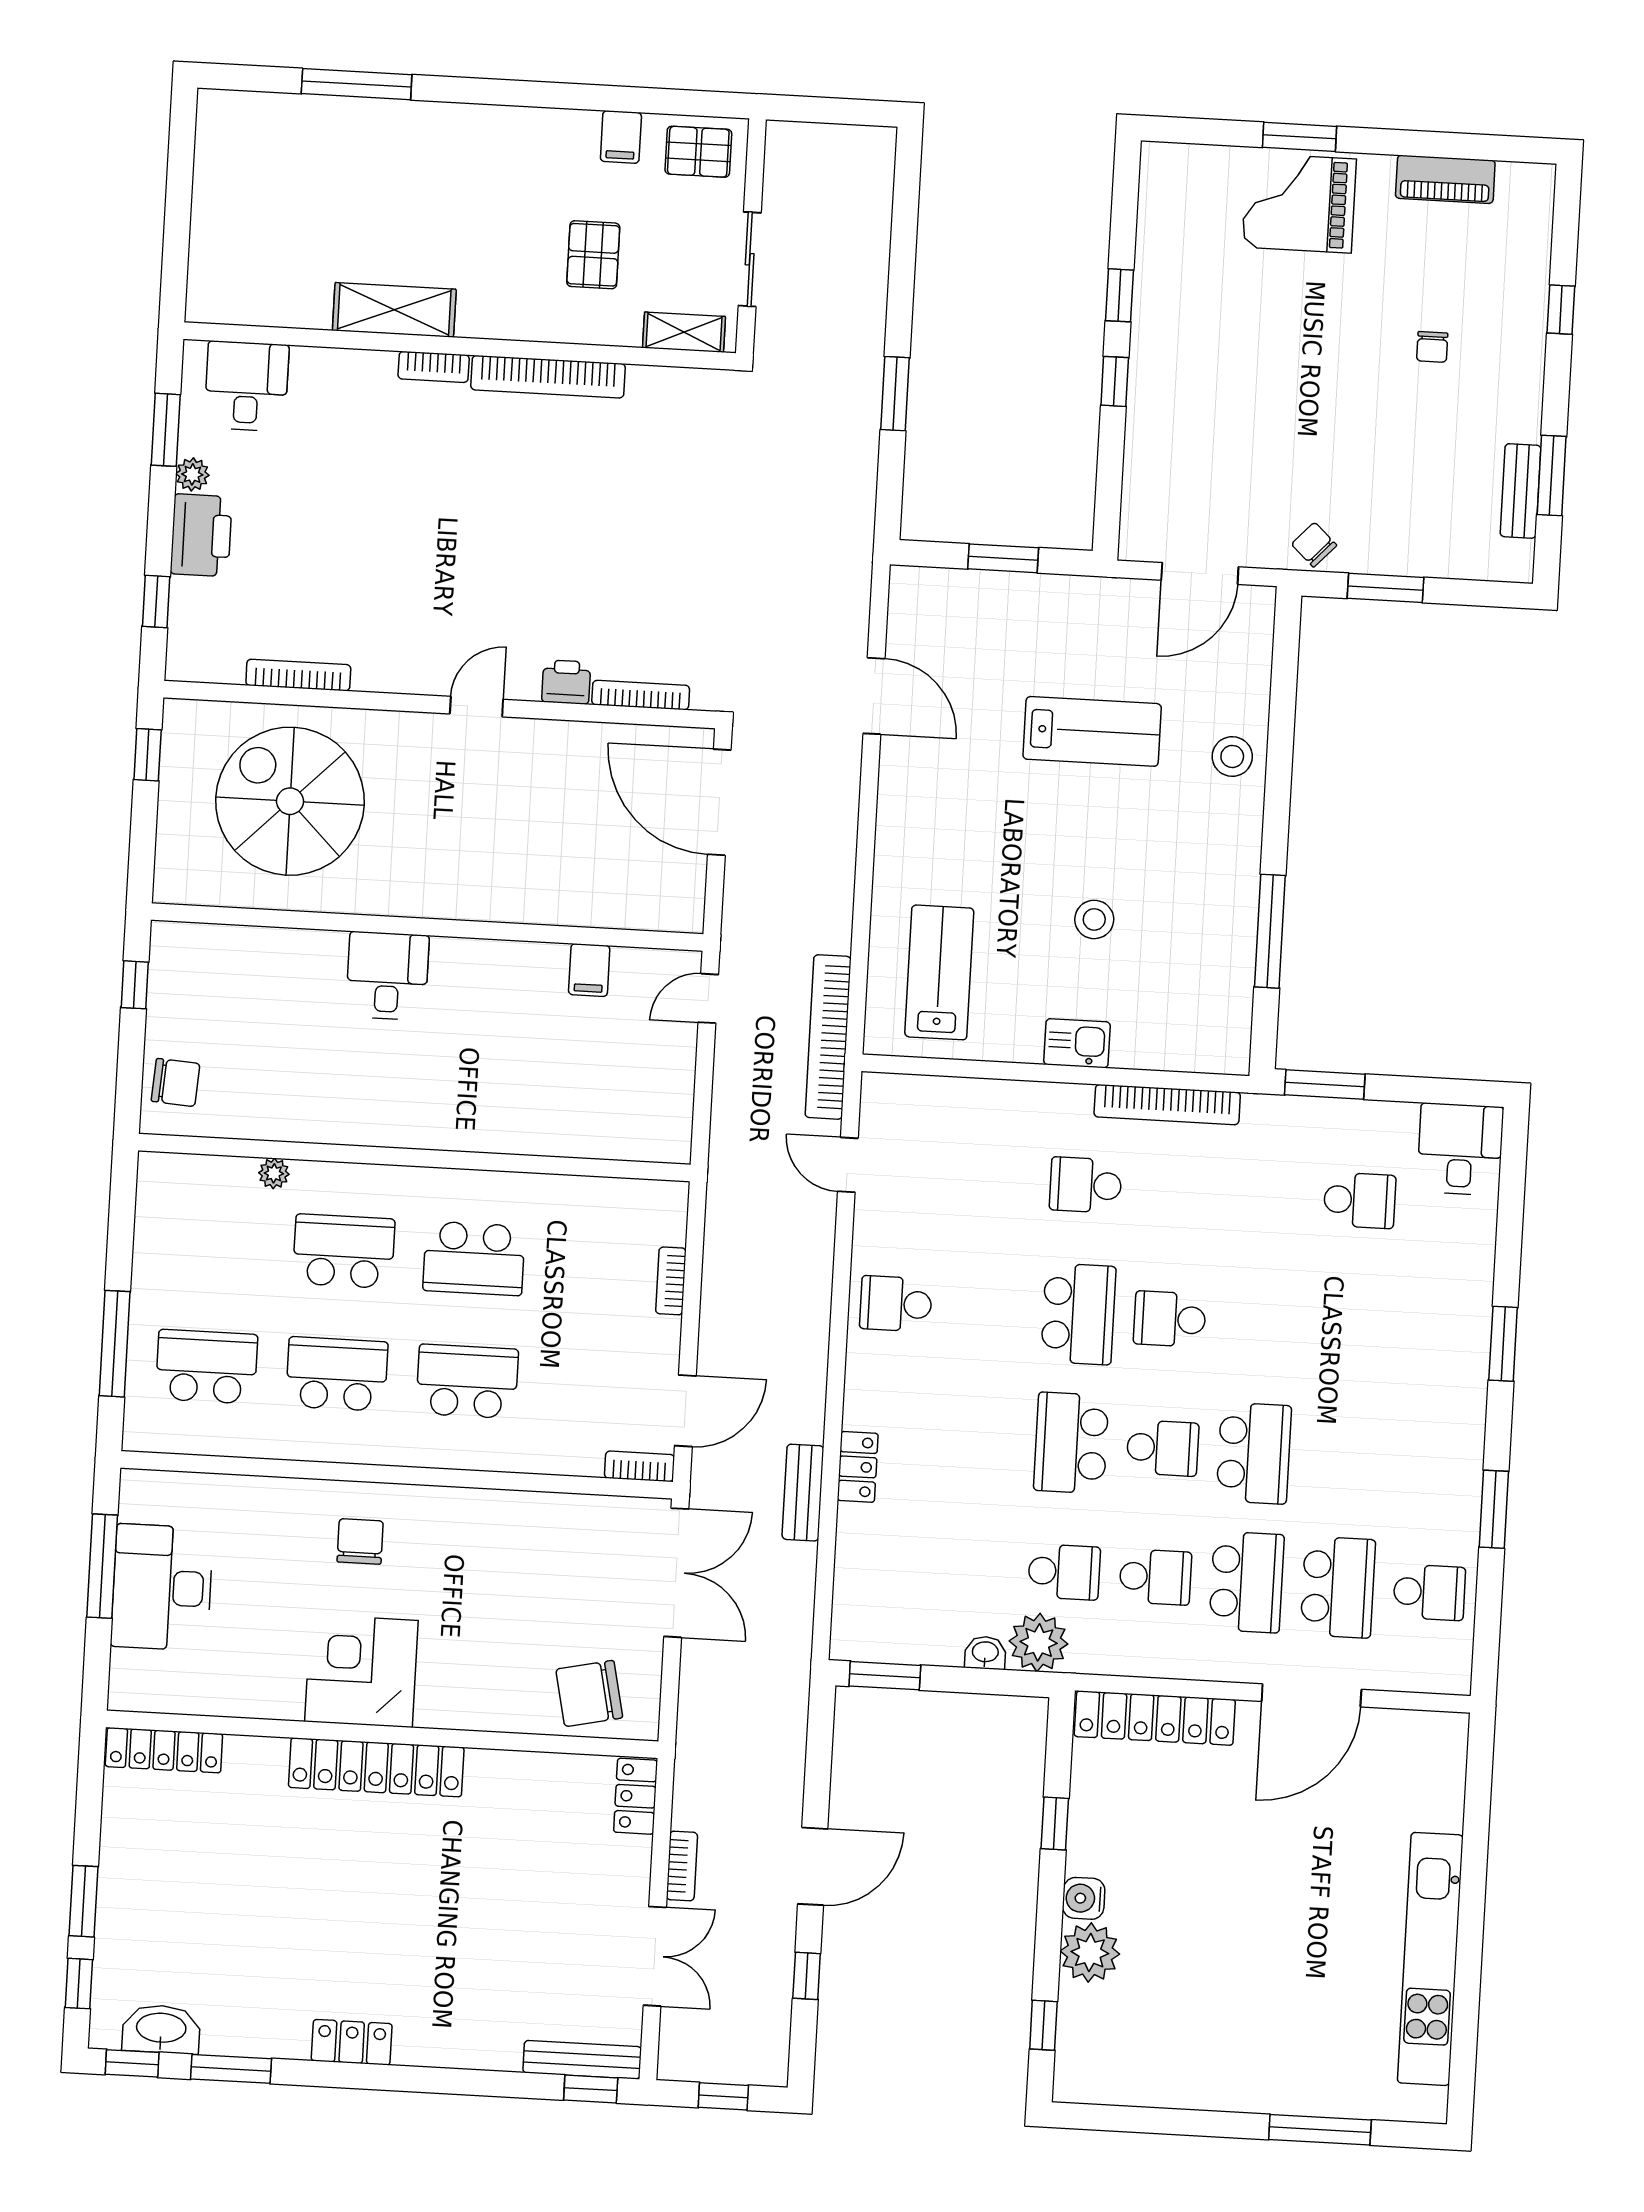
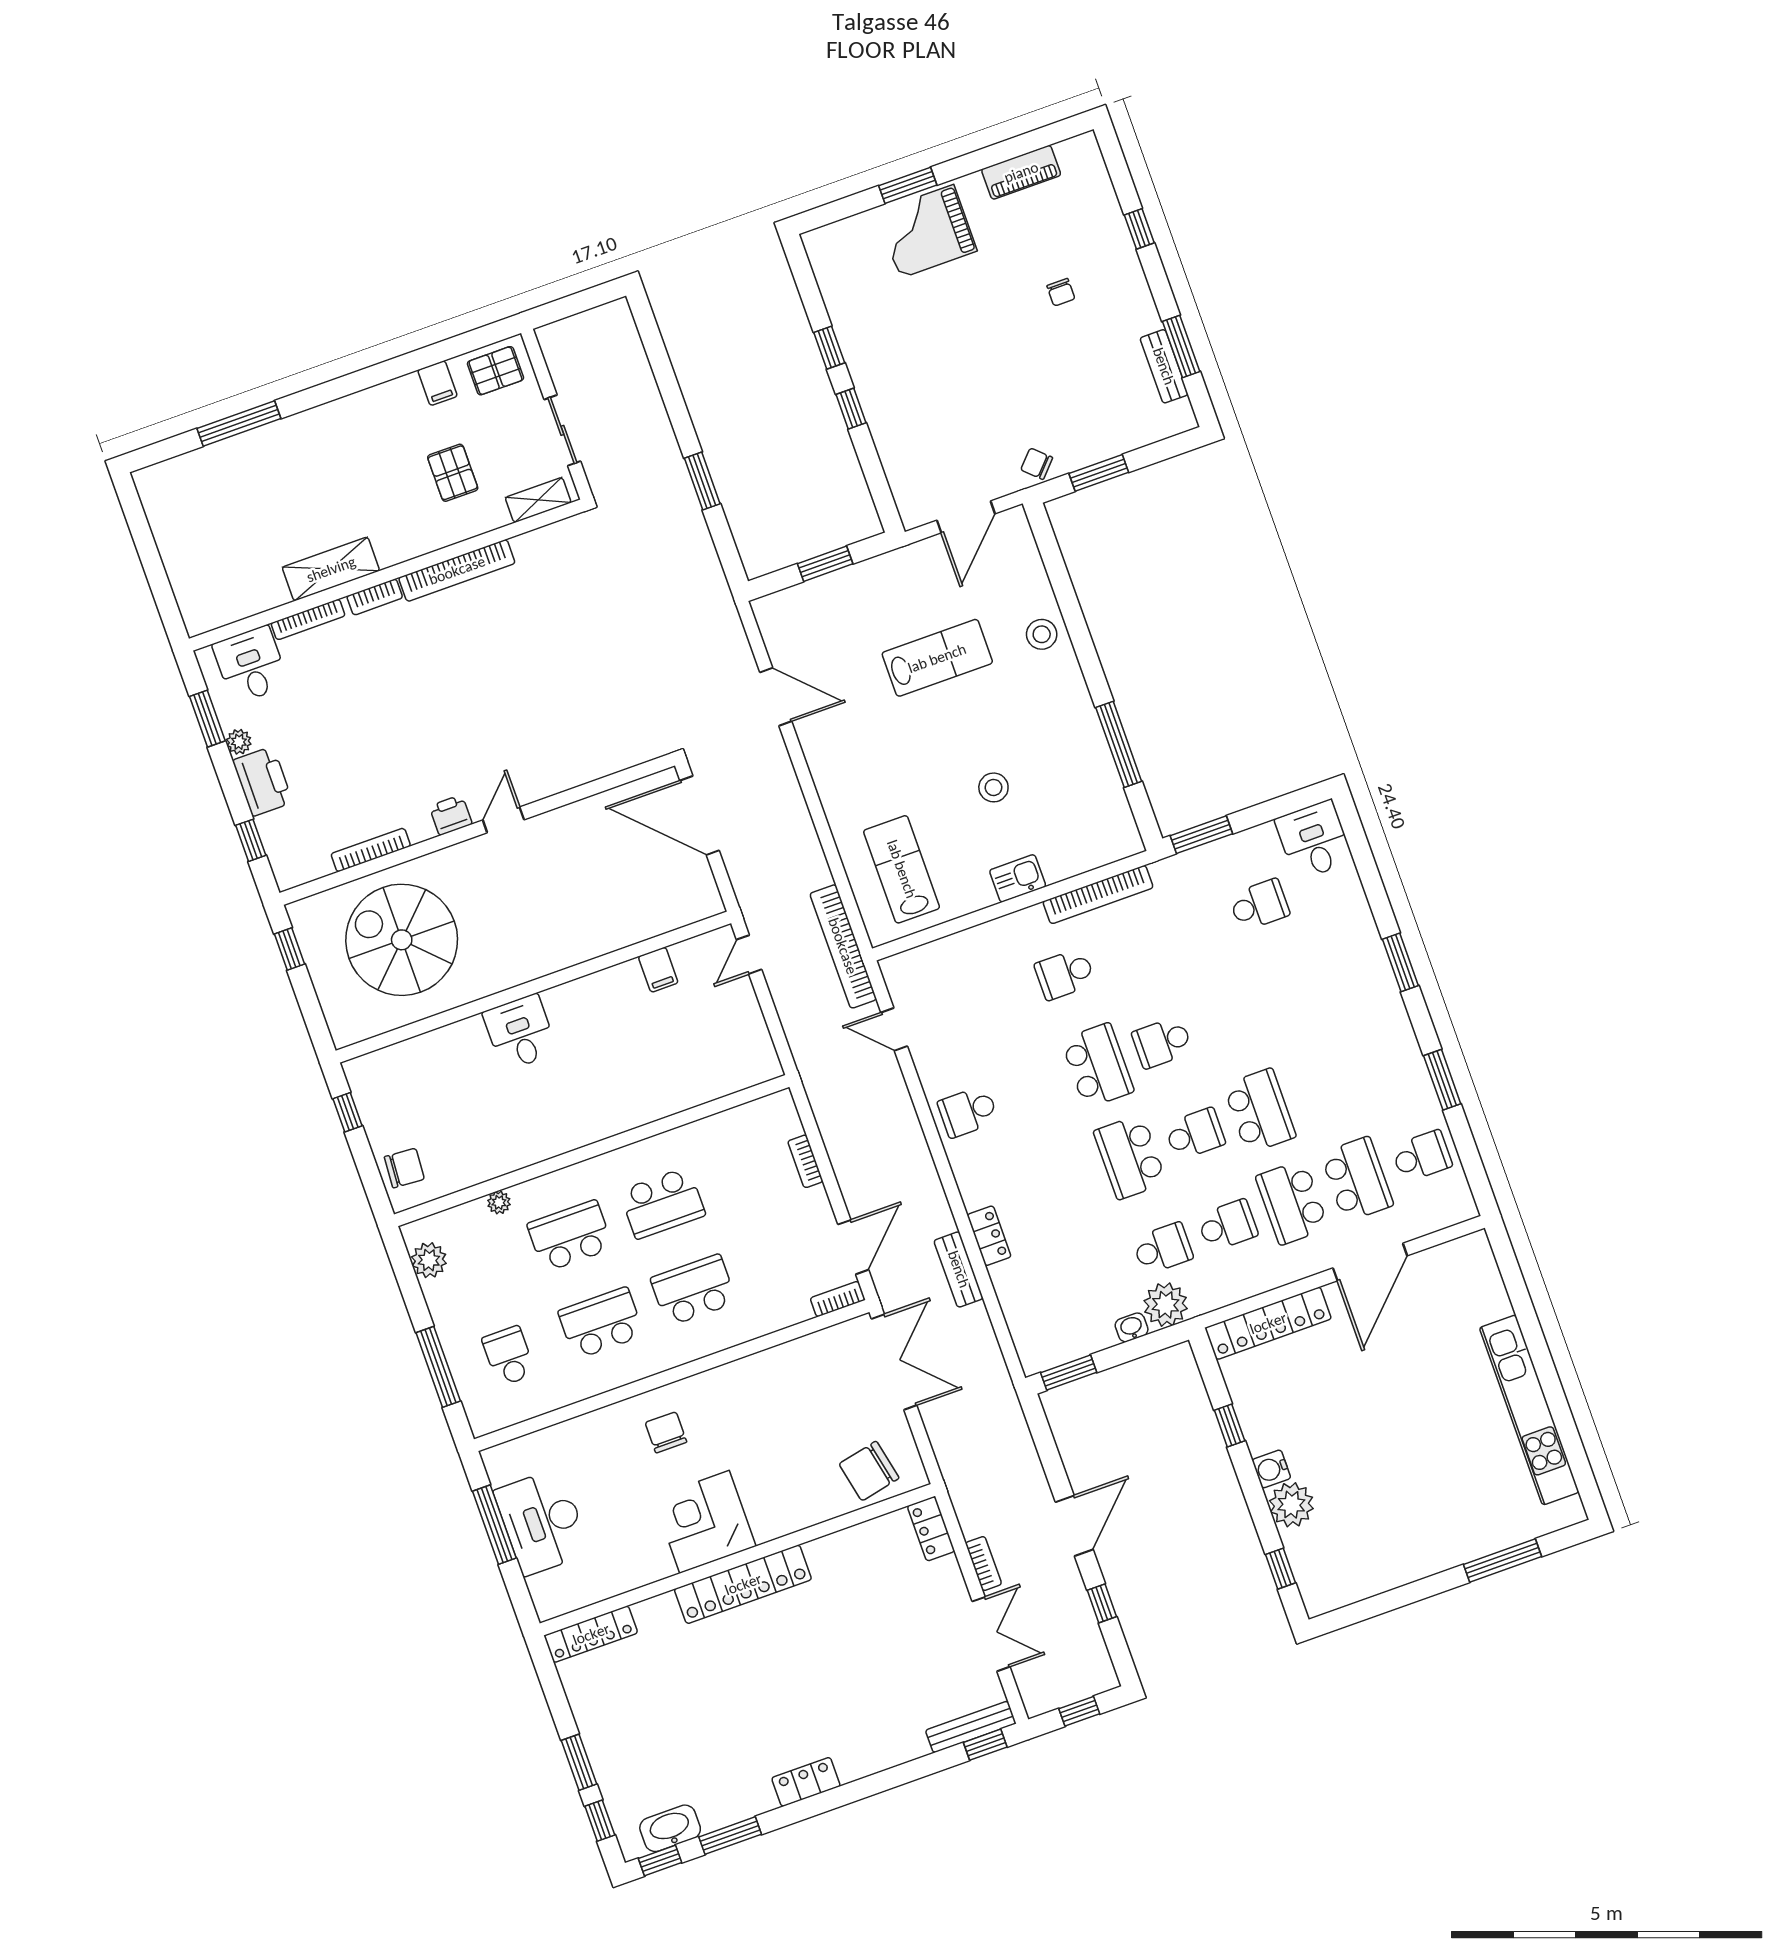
printer: (566, 682) -> (451, 815), moved
bookcase: (641, 695) -> (308, 619), moved, turned 180
plant: (158, 1208) -> (429, 1260), added
school desk: (207, 1367) -> (509, 1356), width x0.54
school desk: (1247, 1582) -> (1292, 1202), turned 180

